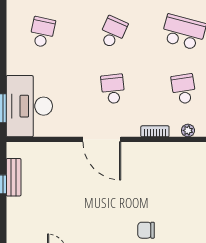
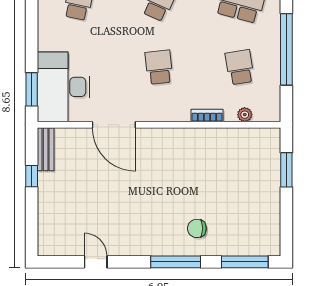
door: (102, 139) -> (114, 125), moved
bench: (14, 177) -> (46, 149), moved

